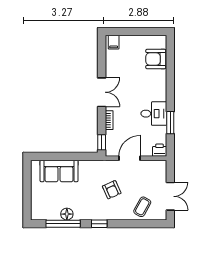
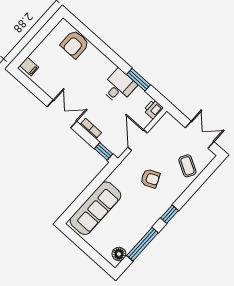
sofa: (59, 171) -> (95, 208), width x1.36
floor lamp: (67, 214) -> (119, 254), moved

